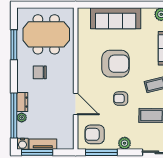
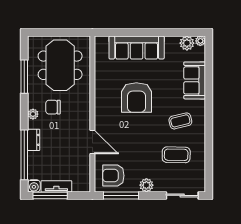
meeting table: (46, 34) -> (60, 65), turned 90
armchair: (115, 64) -> (136, 98), turned 90
armchair: (121, 99) -> (142, 136), removed
plant: (22, 117) -> (33, 114), moved

